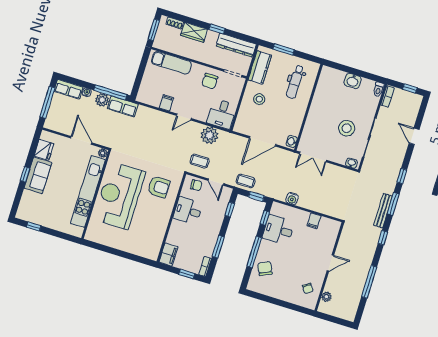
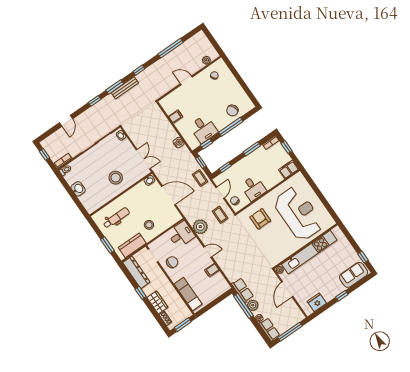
stool: (347, 128) -> (116, 178), moved
sofa: (38, 175) -> (354, 275), moved
reception desk: (119, 196) -> (298, 214), moved, turned -90

